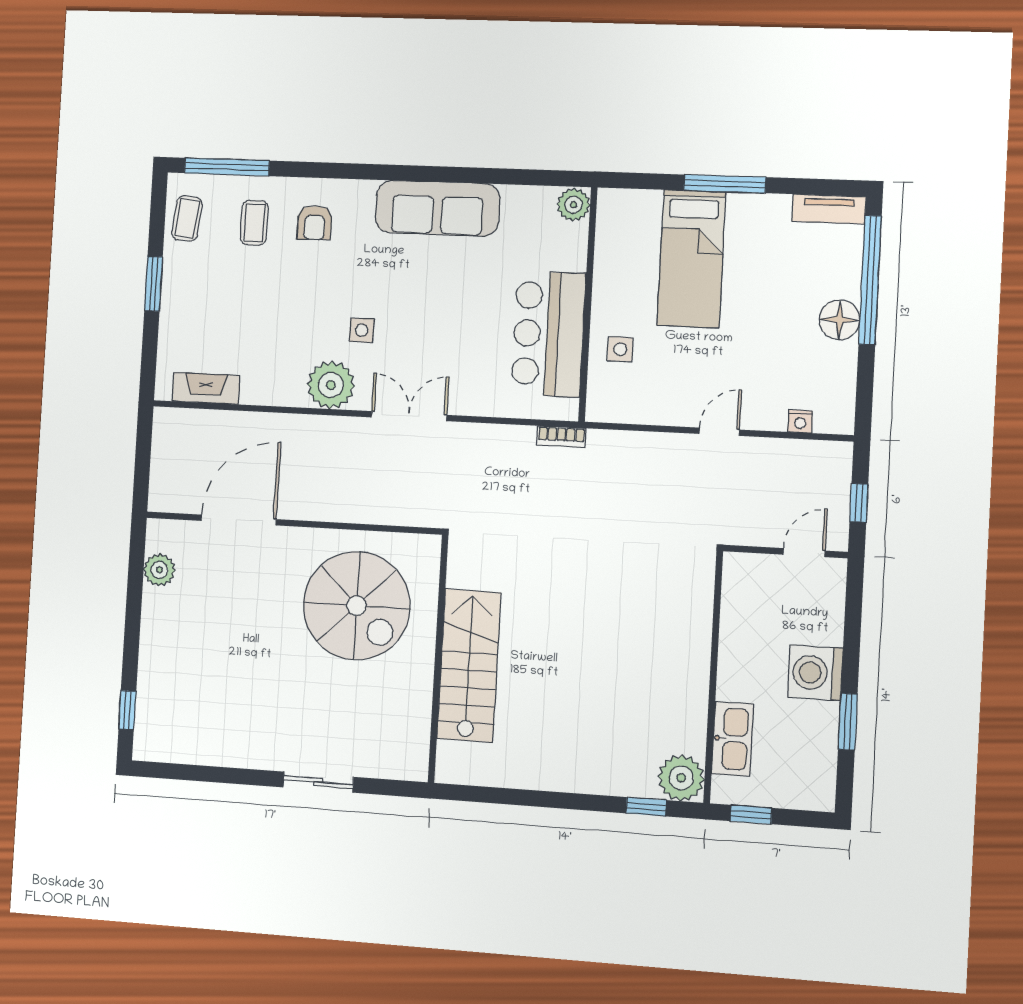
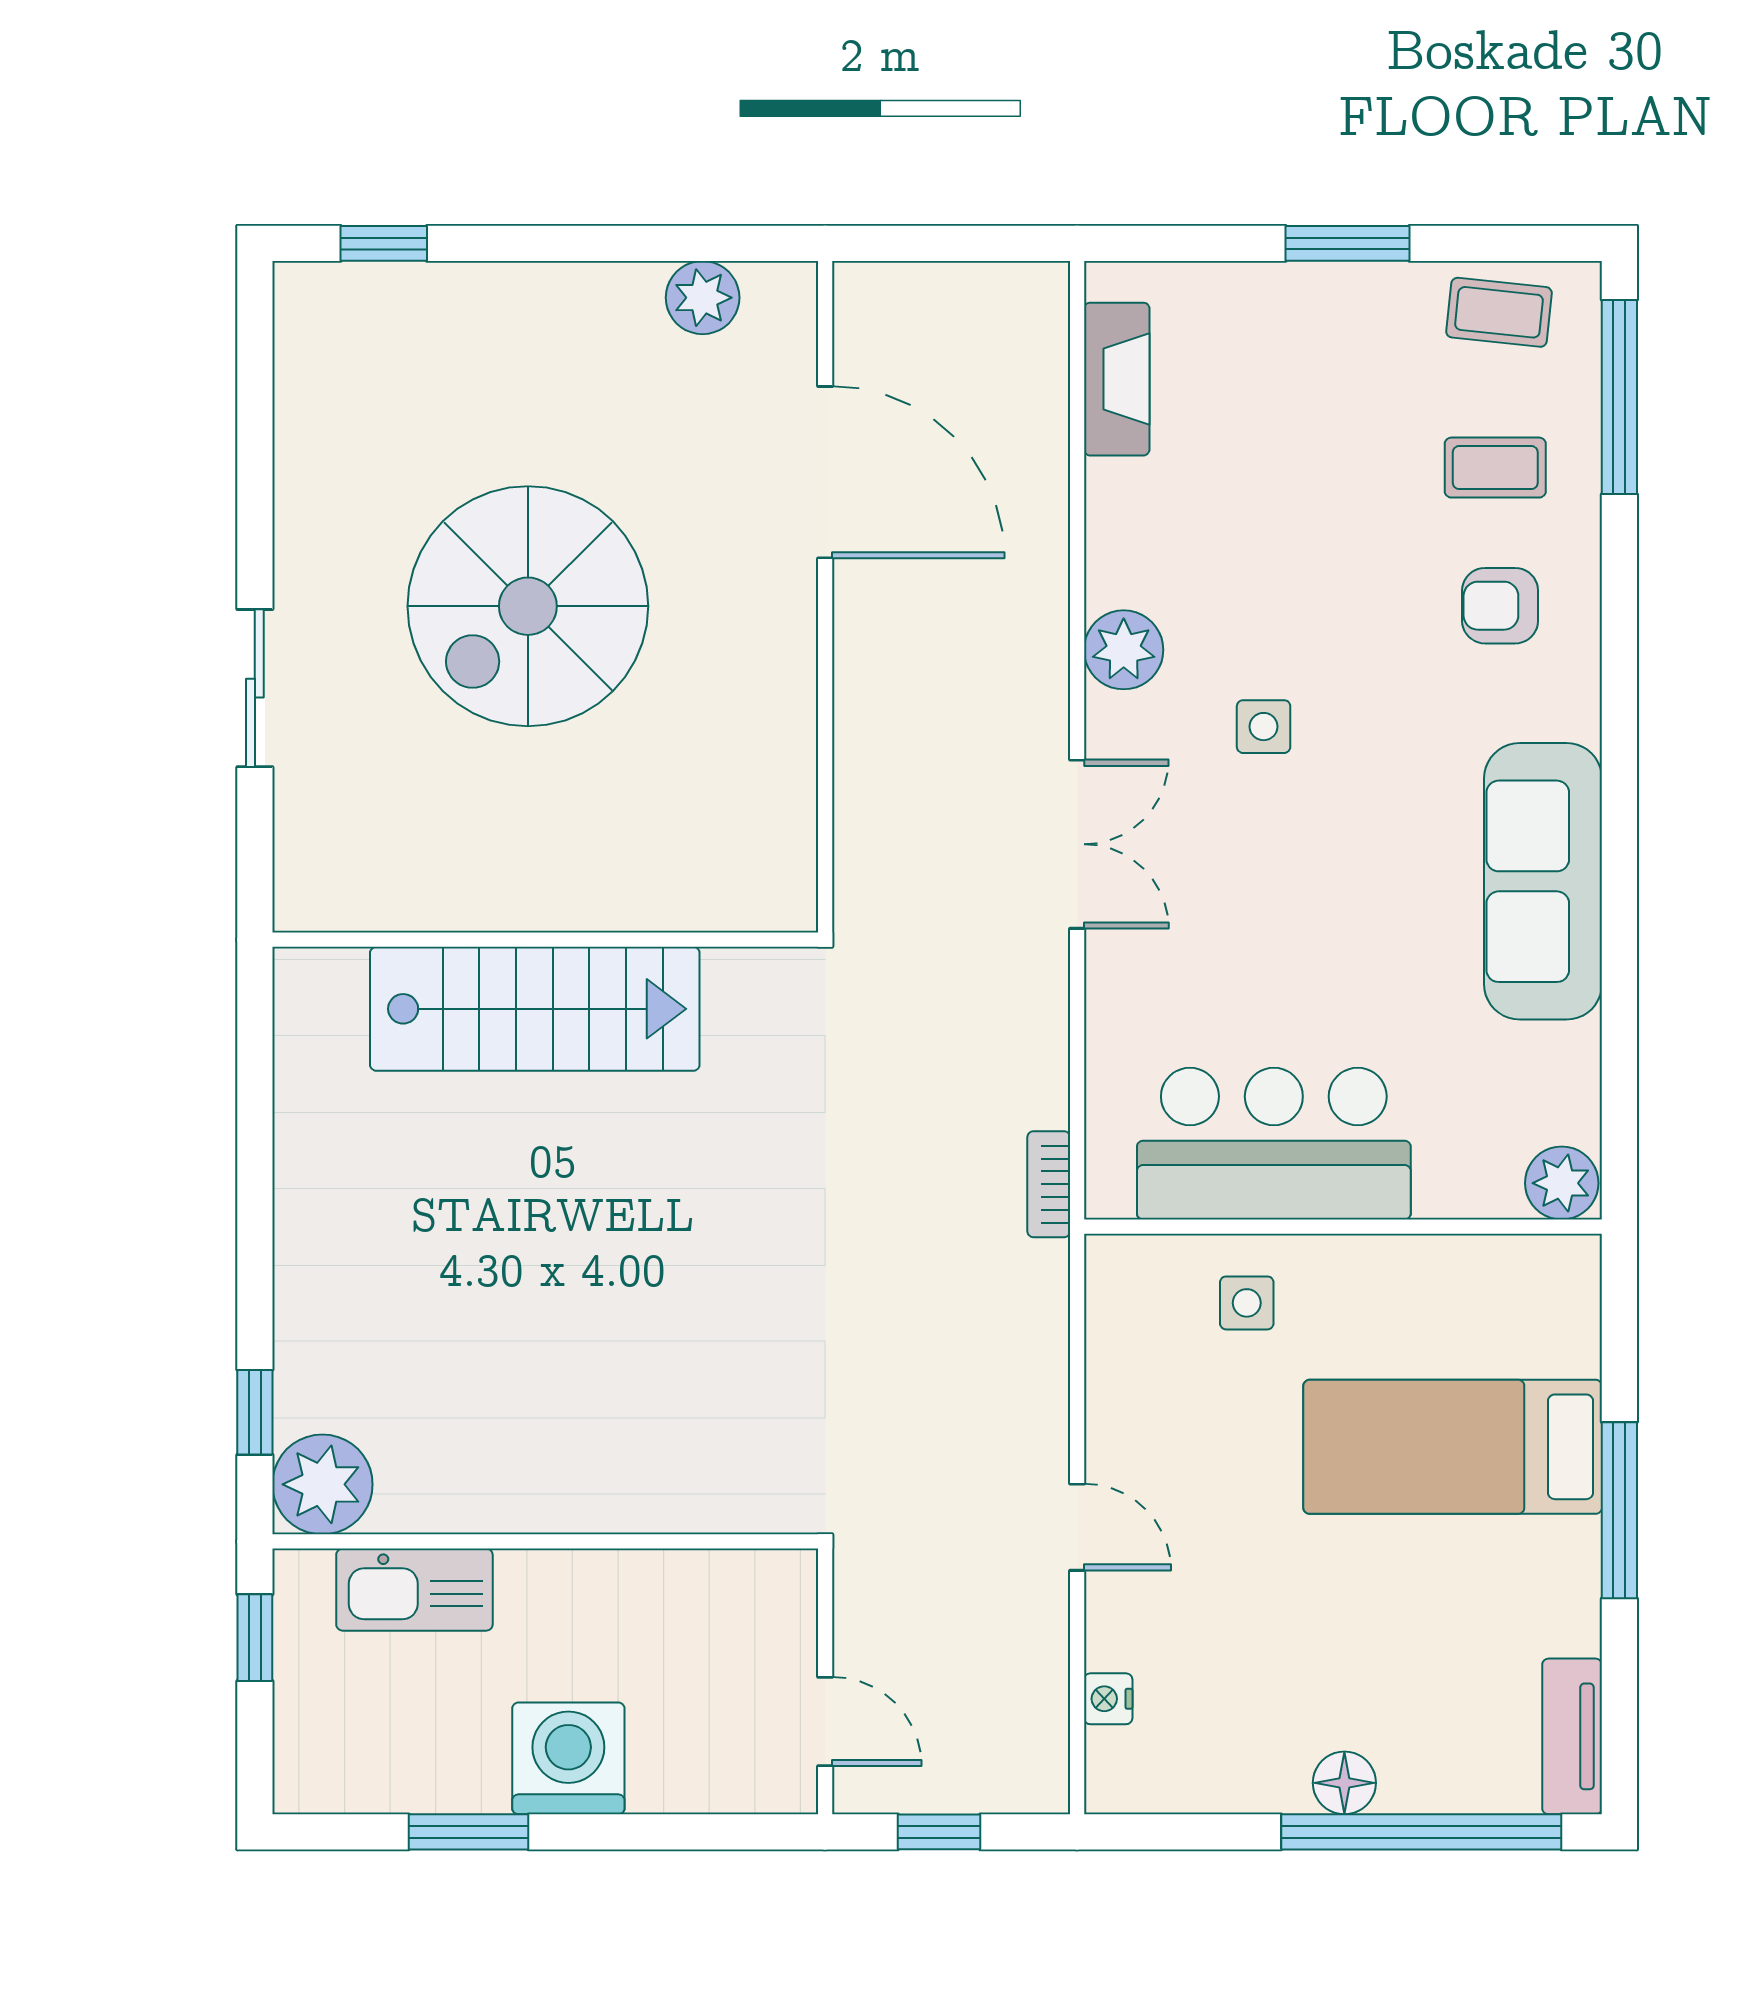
floor lamp: (839, 320) -> (1344, 1783), width x0.73, depth x0.73
plant: (331, 385) -> (1124, 650), width x0.73, depth x0.73
spiral stairs: (357, 606) -> (528, 606), moved

